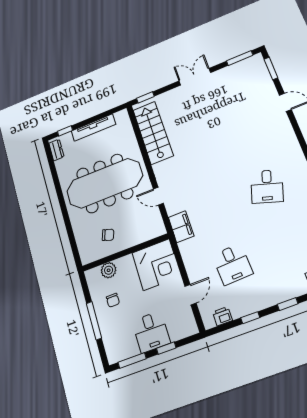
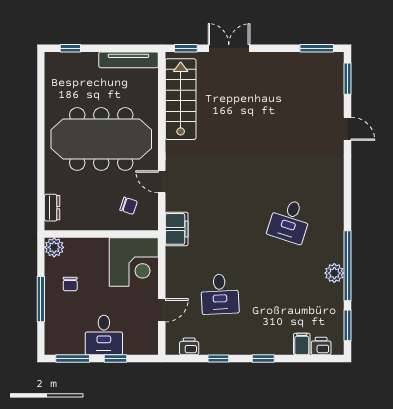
double door: (195, 77) -> (229, 48), moved
tv unit: (93, 128) -> (129, 60), moved
dresser: (56, 150) -> (52, 208), moved
chair: (108, 235) -> (129, 206), moved
plant: (109, 270) -> (54, 247), moved

